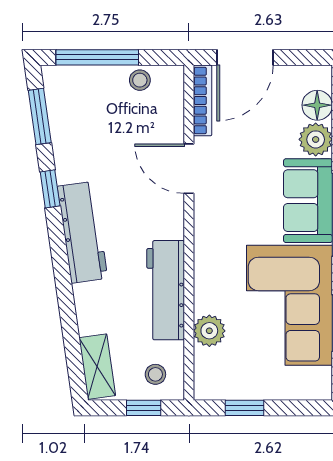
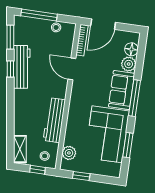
workbench: (83, 232) -> (22, 67), moved
plant: (209, 331) -> (69, 153), moved

